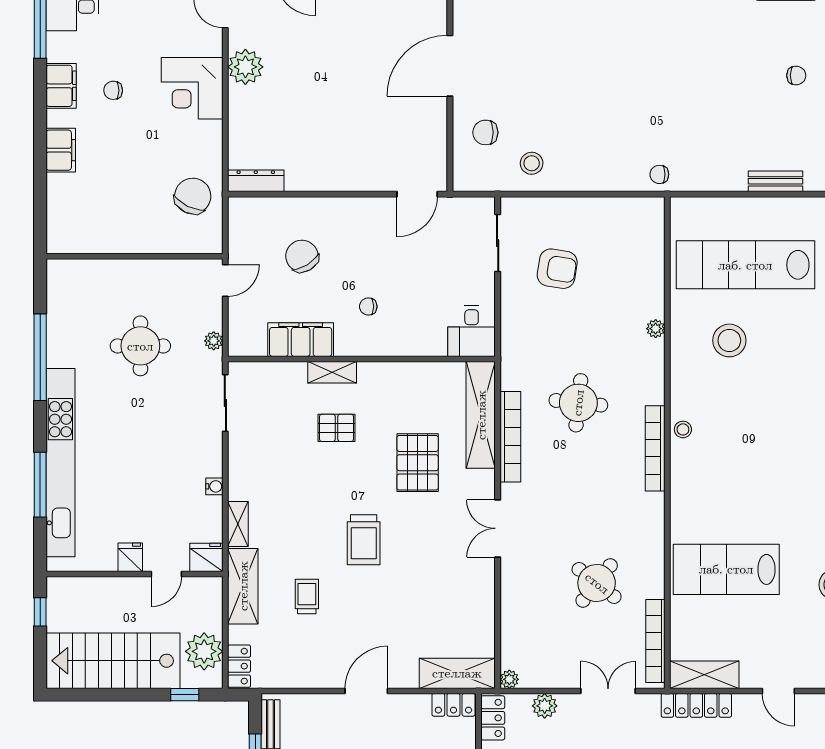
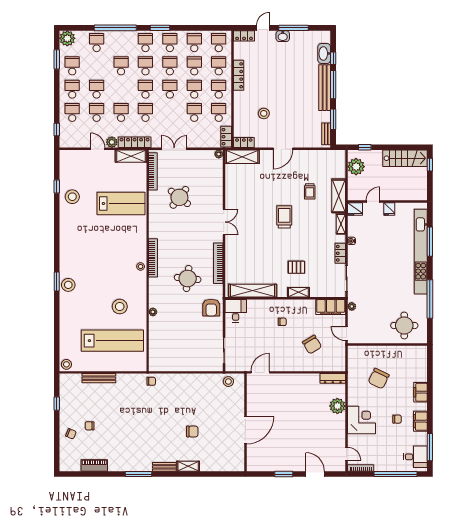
plant: (245, 67) -> (337, 406), moved
chair: (485, 132) -> (192, 431), moved
stool: (532, 163) -> (228, 382), moved
bench: (775, 181) -> (99, 378), width x1.36
chair: (193, 196) -> (379, 379), moved
armchair: (557, 269) -> (211, 308), moved, turned -99
door: (225, 280) -> (347, 334), hinge flipped
filing cabinet: (301, 340) -> (331, 307), moved
round table: (140, 346) -> (404, 326), moved
shelving: (481, 415) -> (253, 291), moved, turned 90
pallet: (418, 463) -> (260, 252), removed
window: (40, 612) -> (430, 165), moved
stairs: (113, 661) -> (405, 158), width x0.73, depth x0.66
locker: (239, 666) -> (340, 253), moved
double door: (608, 691) -> (174, 149), swing flipped
plant: (545, 706) -> (112, 142), moved

